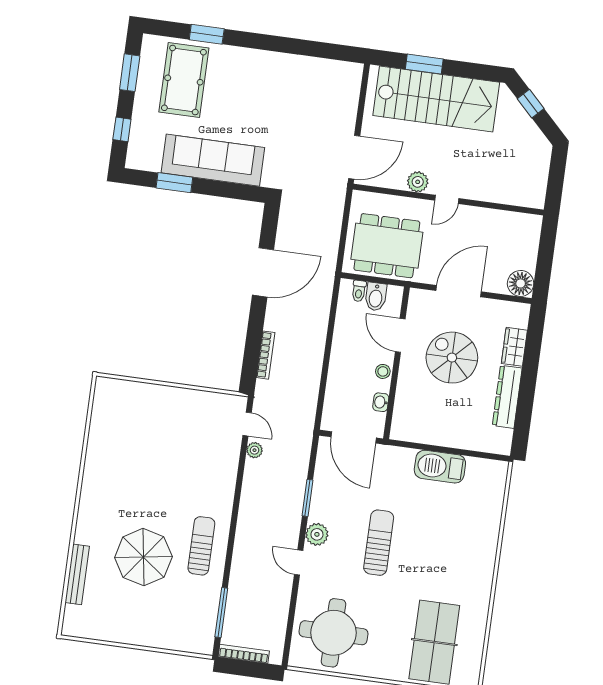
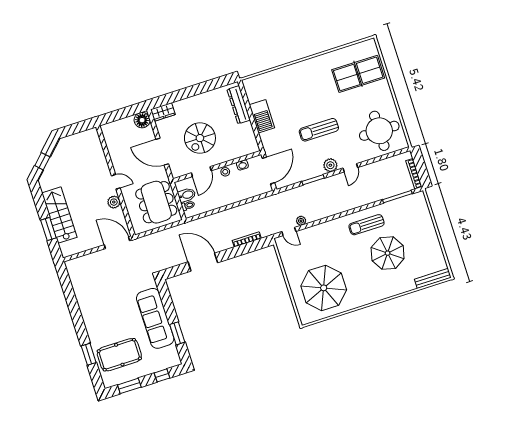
stairs: (436, 99) -> (59, 215), width x0.73, depth x0.66
wardrobe: (514, 347) -> (163, 112), moved
dresser: (507, 397) -> (239, 105), moved, turned 90
door: (247, 424) -> (289, 232), swing flipped
parasol: (137, 436) -> (324, 288), added
bench: (77, 574) -> (433, 278), moved

